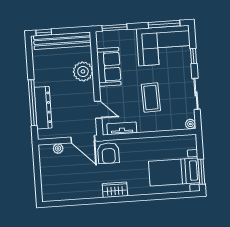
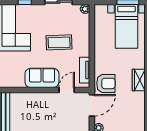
sofa: (109, 67) -> (42, 78), moved
plant: (83, 71) -> (32, 101), removed

